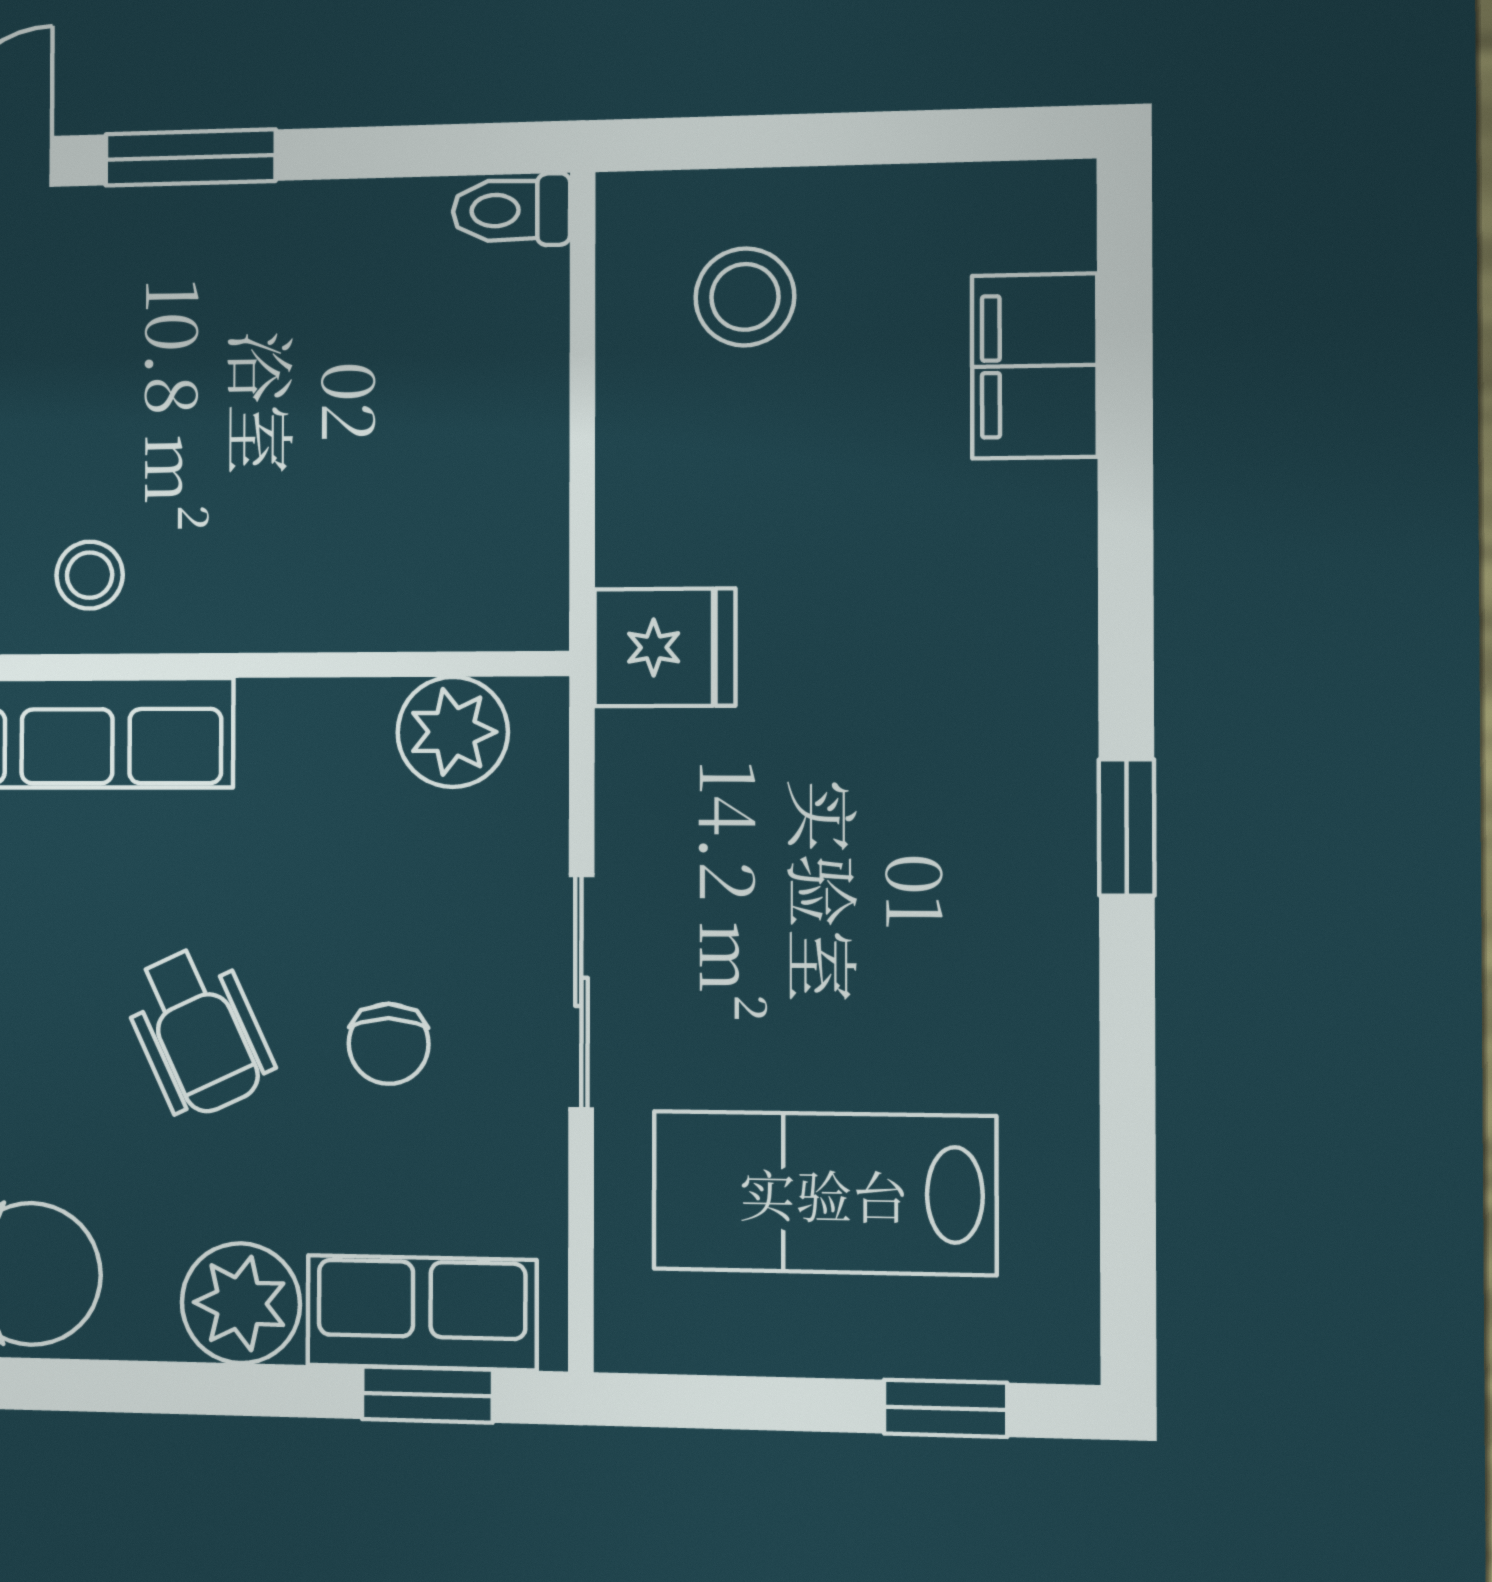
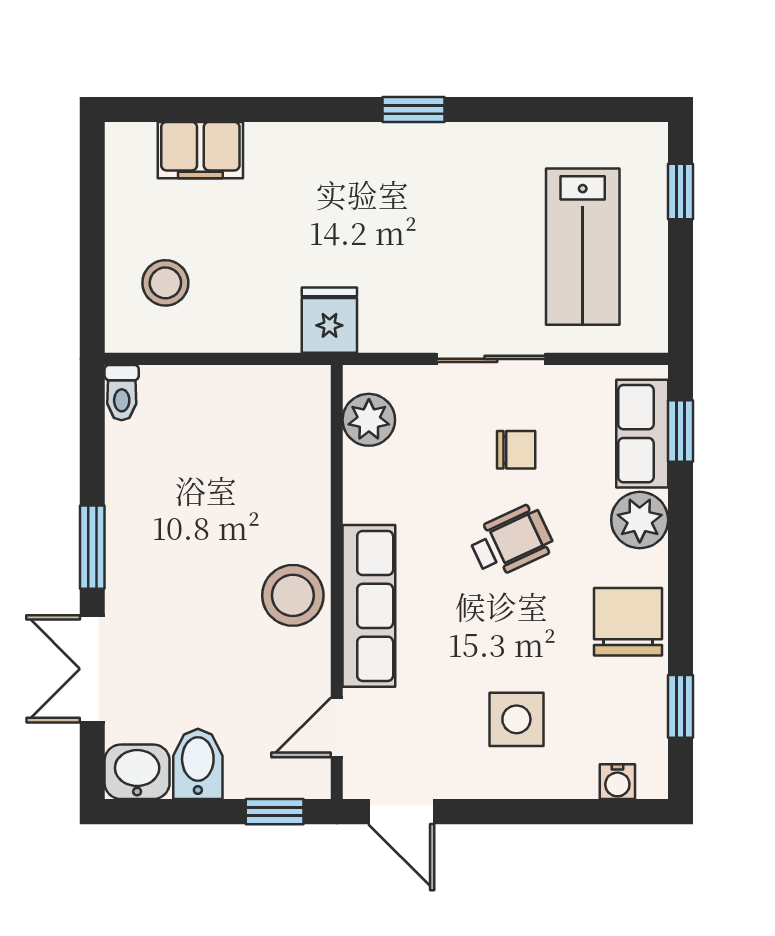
stool: (90, 575) -> (293, 595), width x1.89, depth x1.89

